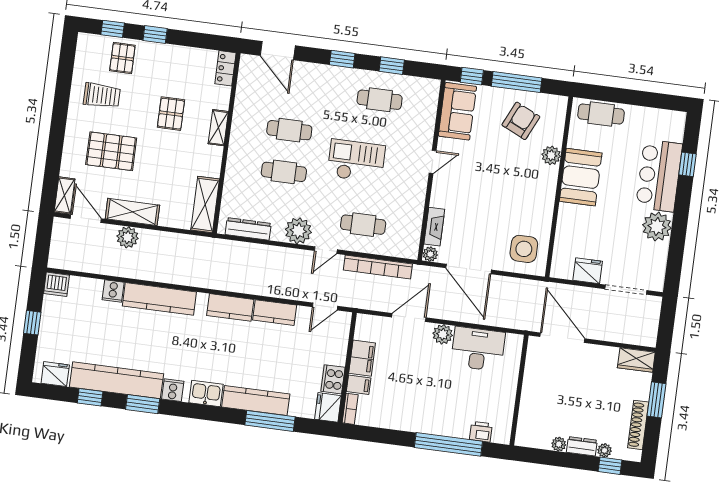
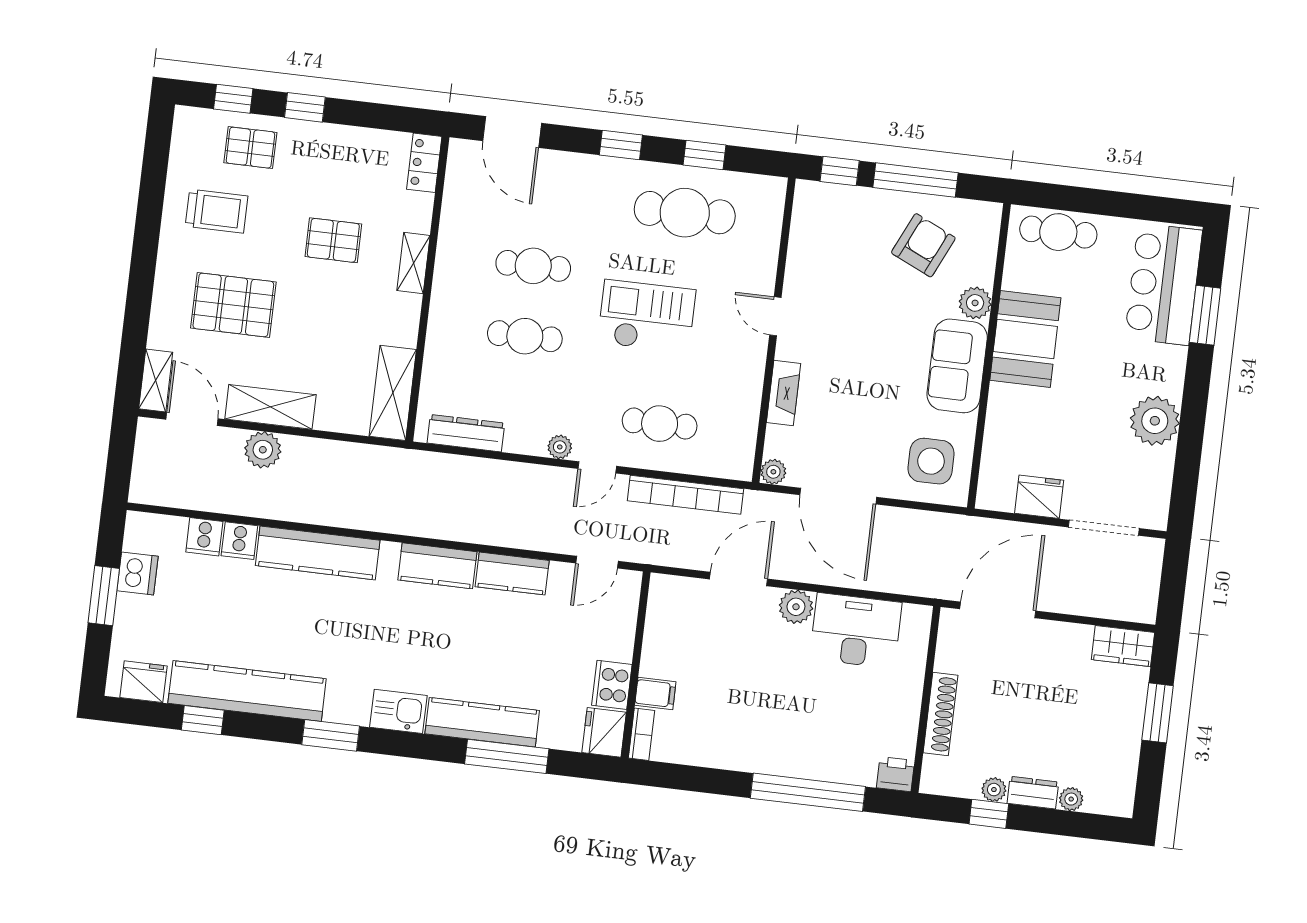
pallet: (122, 58) -> (250, 148), turned 90
cafe table: (380, 100) -> (685, 213), width x1.37, depth x1.35
sofa: (457, 111) -> (957, 366), moved, turned 180
pallet: (171, 114) -> (333, 240), turned 90
door: (433, 162) -> (775, 316), swing flipped
window: (687, 164) -> (1205, 315), width x1.50
bar counter: (659, 176) -> (1163, 284), moved
fireplace: (434, 227) -> (784, 393), moved
plant: (298, 231) -> (560, 447), width x0.53, depth x0.53
dishwasher: (56, 284) -> (138, 573), moved, turned -90
window: (32, 323) -> (104, 596), width x1.50
door: (562, 338) -> (998, 610), hinge flipped
filing cabinet: (362, 358) -> (661, 649), removed
cooker: (173, 390) -> (204, 537), moved, turned 180
window: (143, 404) -> (331, 735), moved
shoe rack: (638, 425) -> (941, 714), moved, turned 180
printer: (481, 432) -> (896, 774), moved
window: (610, 466) -> (989, 814), moved

